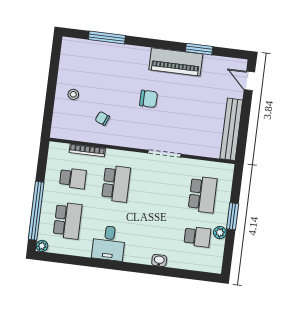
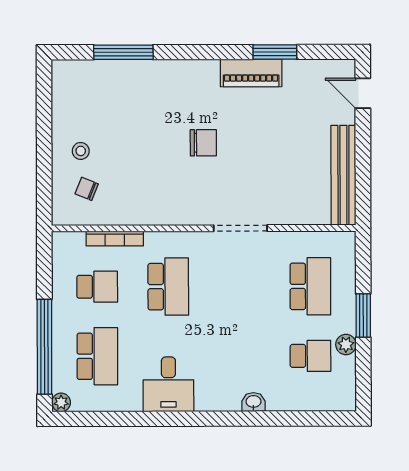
piano: (176, 62) -> (251, 73), width x0.73, depth x0.75
chair: (102, 118) -> (87, 189), moved

